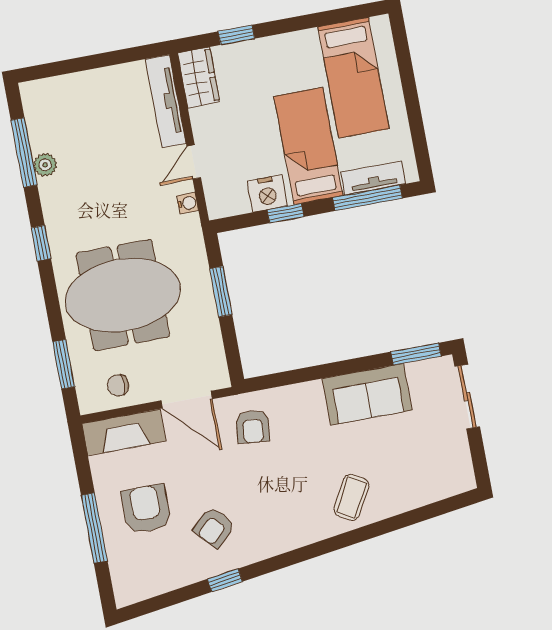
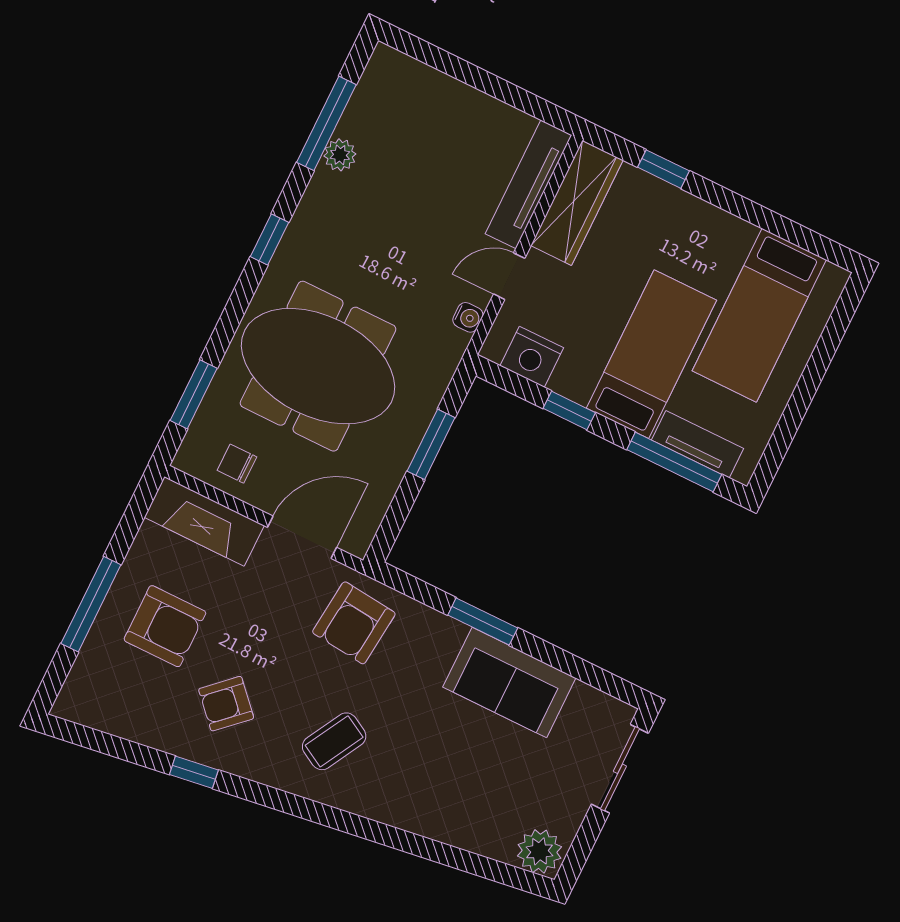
wardrobe: (199, 77) -> (577, 203), width x1.50
nightstand: (267, 194) -> (532, 357), moved
window: (416, 354) -> (483, 621), moved
door: (187, 400) -> (302, 537), swing flipped
armchair: (253, 427) -> (354, 623), width x1.38, depth x1.38
plant: (456, 478) -> (539, 851), added
coffee table: (351, 497) -> (334, 741), moved
armchair: (146, 509) -> (165, 626), turned 90

